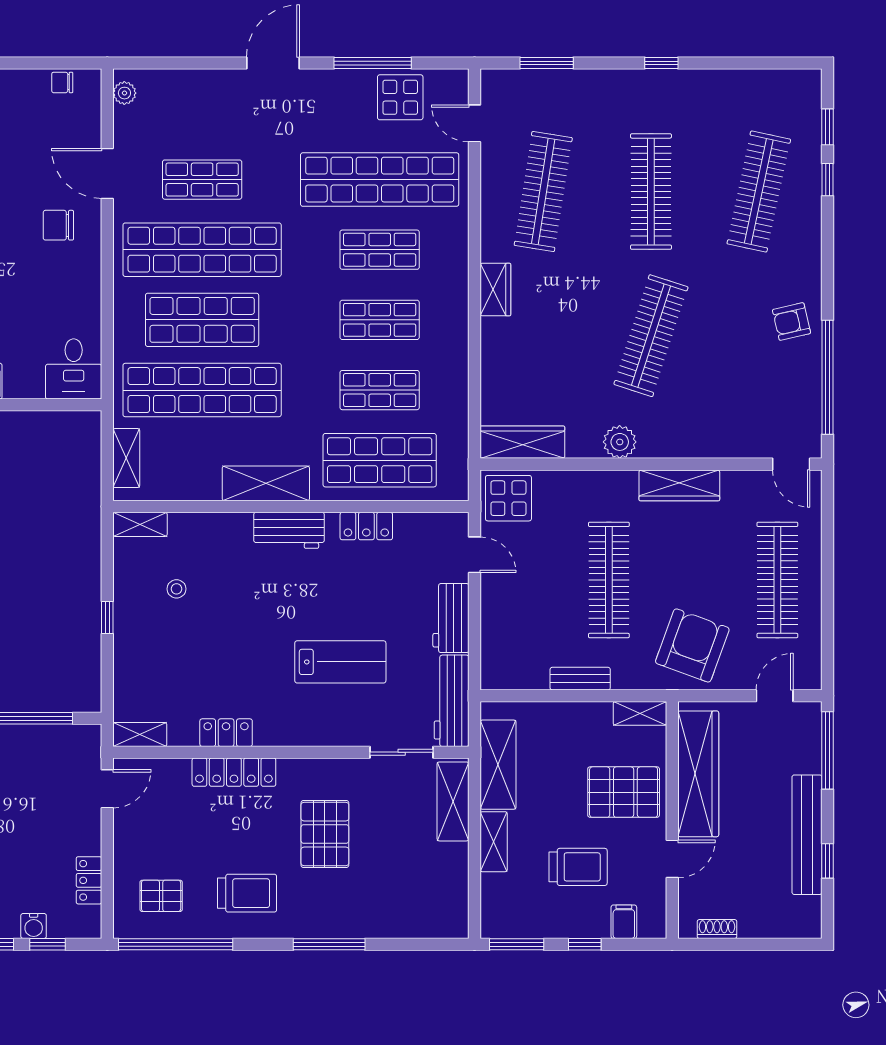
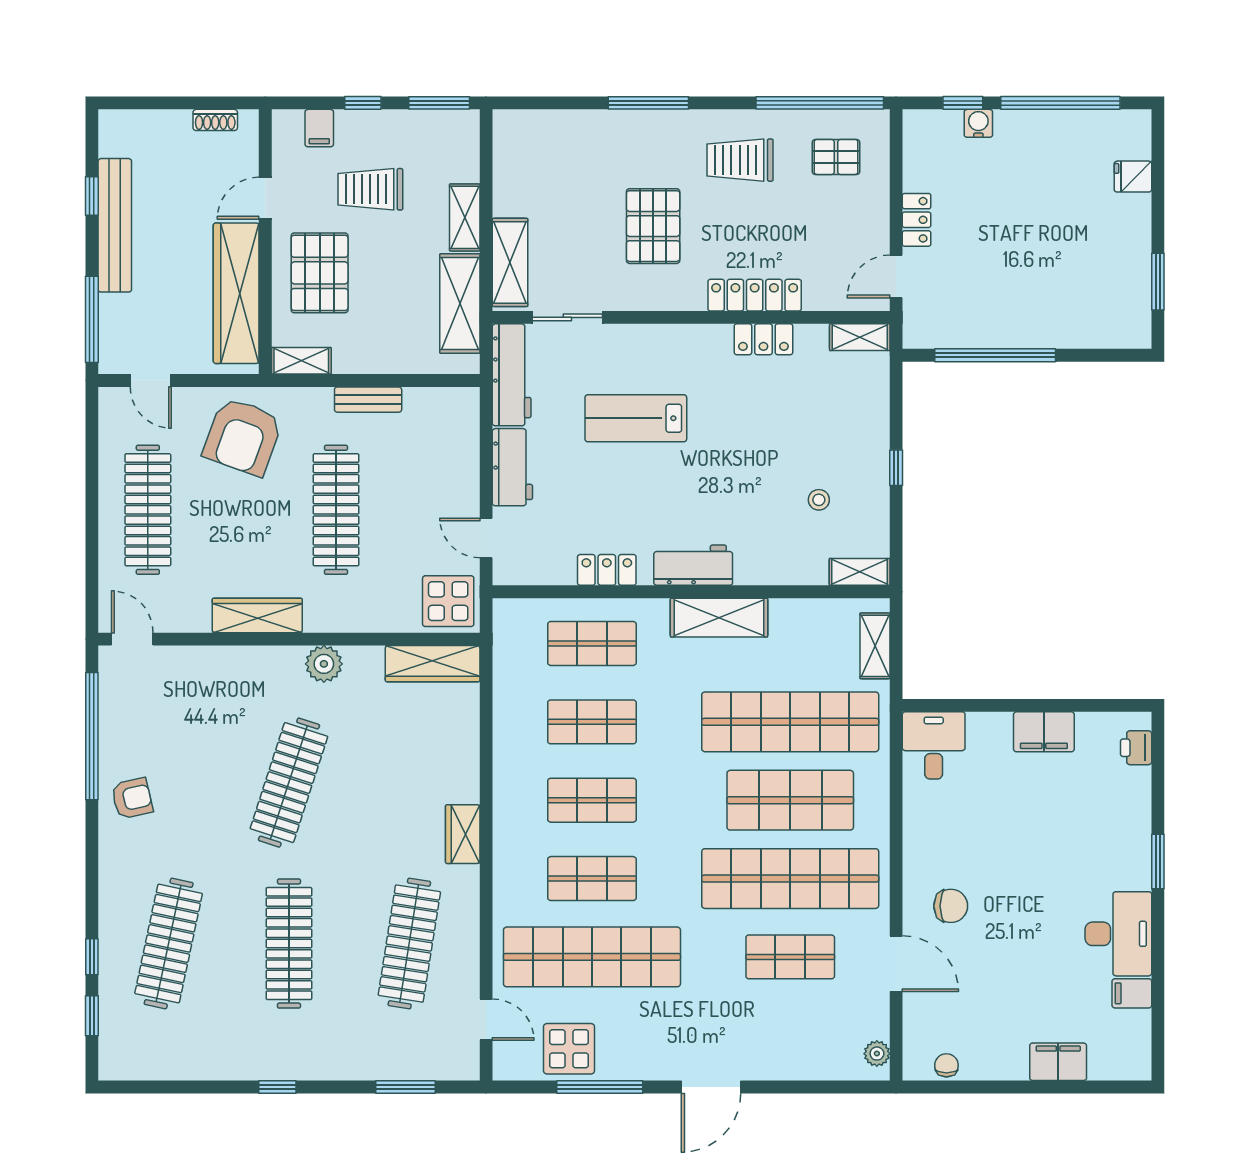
chair: (62, 82) -> (946, 1065), turned -90
shop shelf: (380, 460) -> (592, 643), width x0.70, depth x0.74
door: (775, 696) -> (151, 380), hinge flipped
pallet: (624, 792) -> (320, 273), turned 90
locker: (89, 880) -> (917, 220), moved

